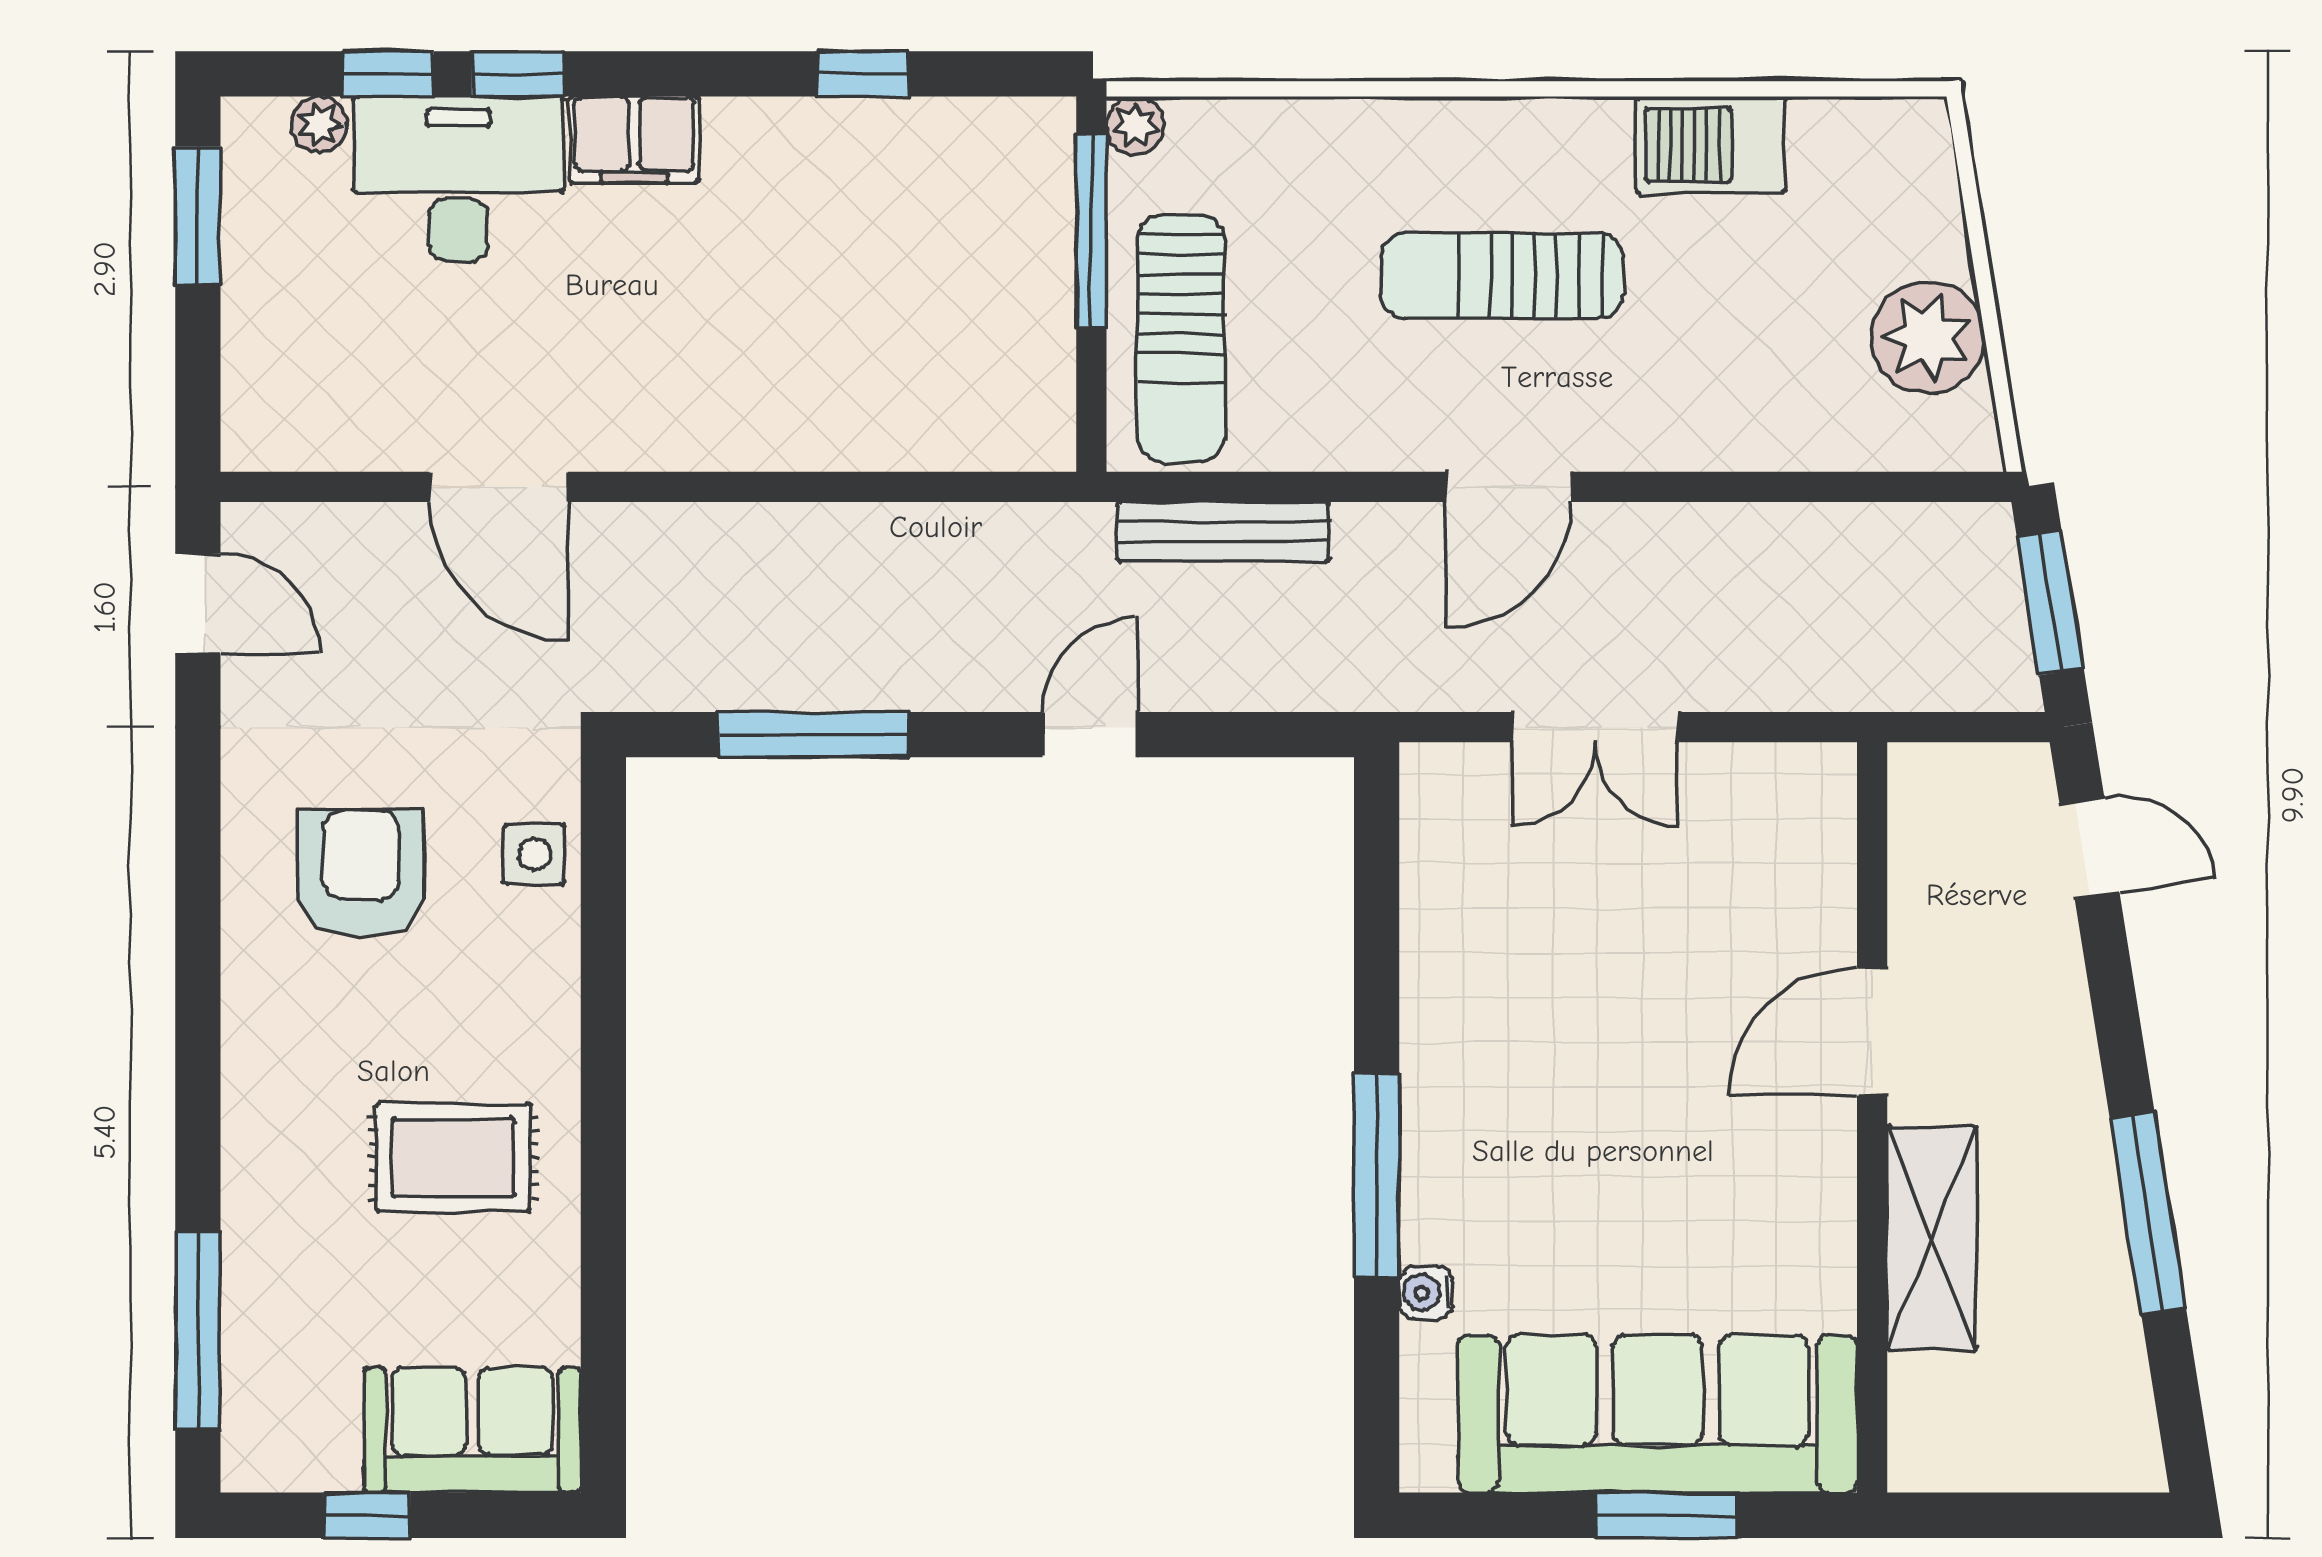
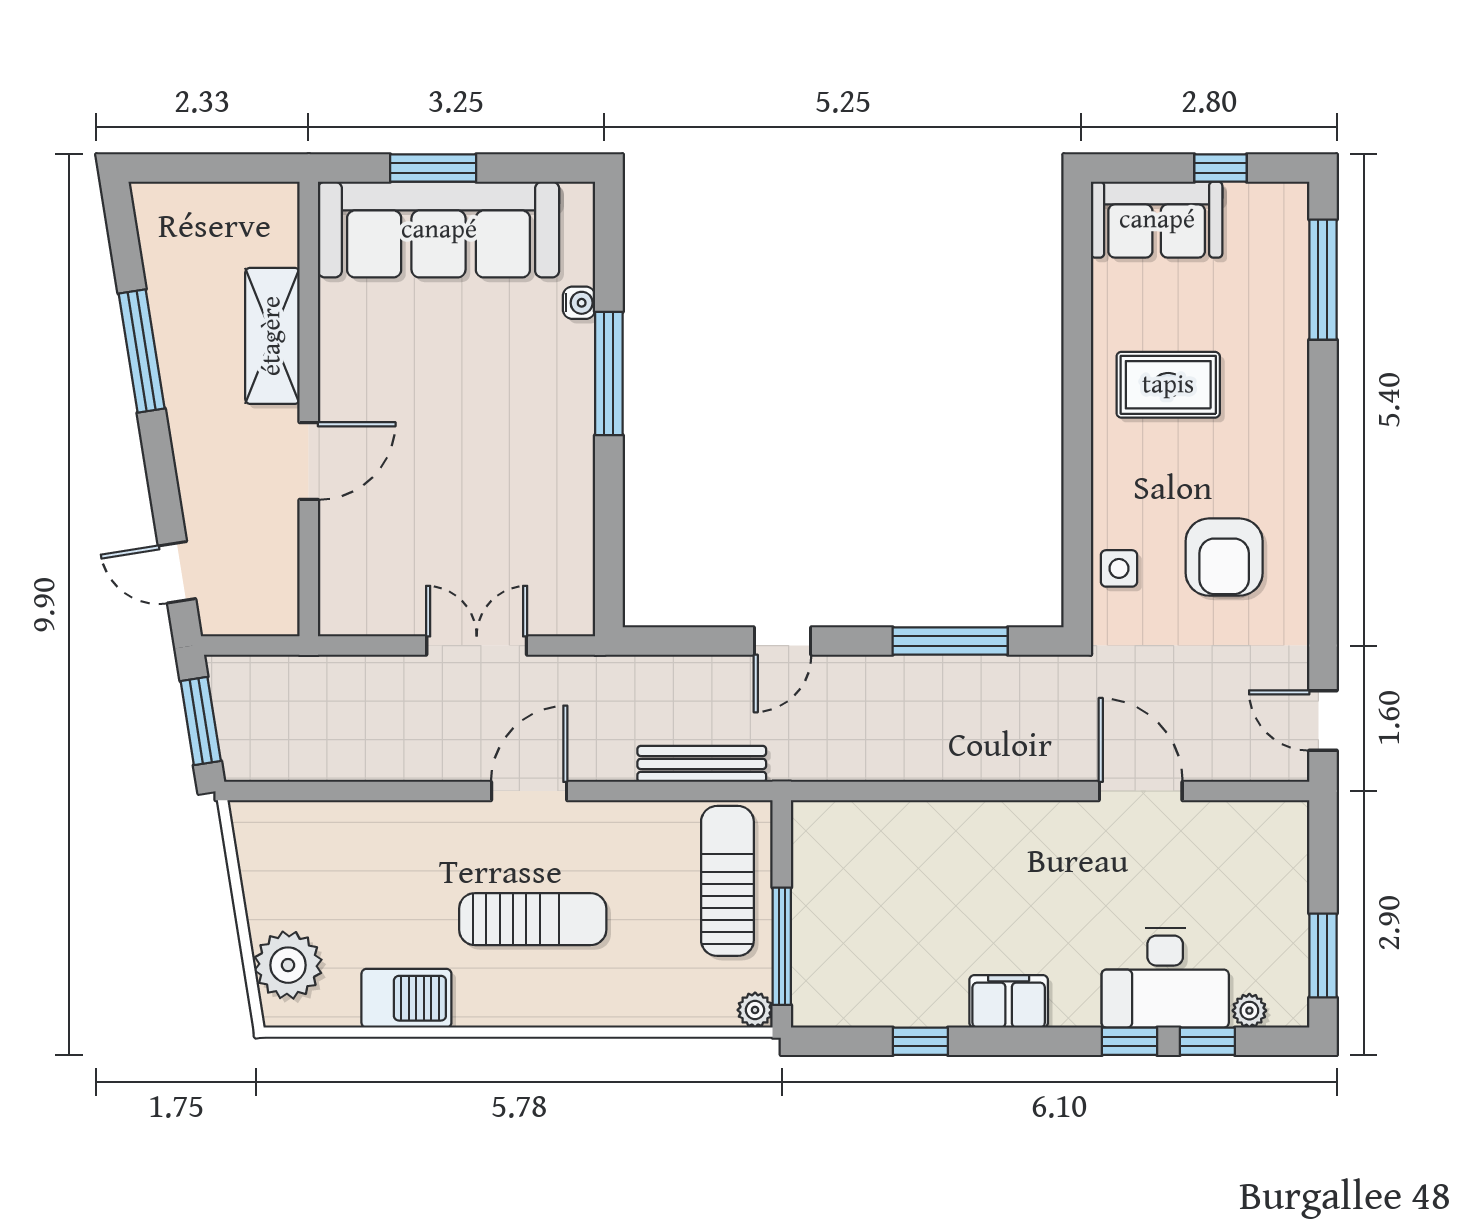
filing cabinet: (634, 140) -> (1009, 1001), moved
plant: (1928, 337) -> (288, 965), moved

